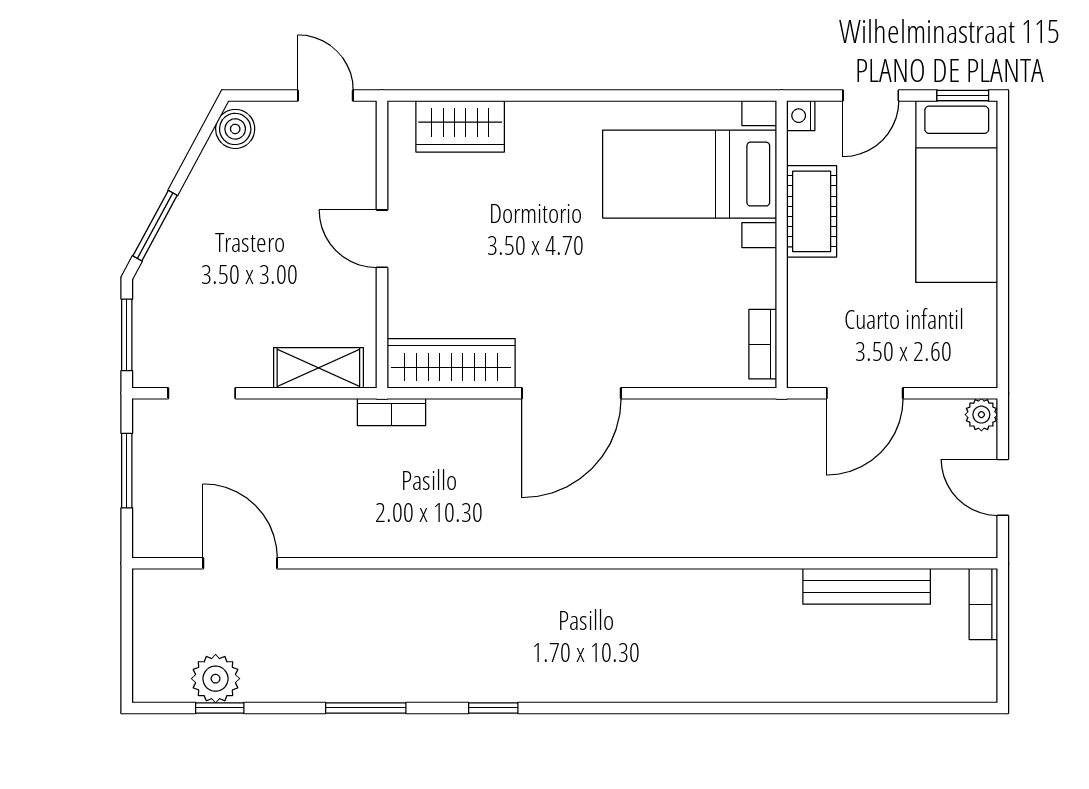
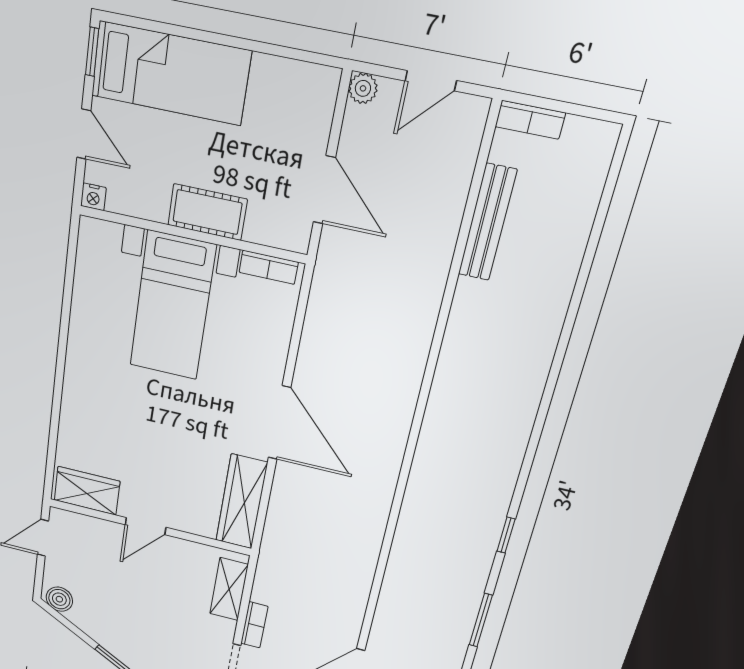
wardrobe: (460, 126) -> (87, 491), moved, turned -90
bed with nightstands: (690, 174) -> (172, 306), moved
cot: (812, 211) -> (207, 212), moved
bookcase: (392, 412) -> (254, 625), moved

